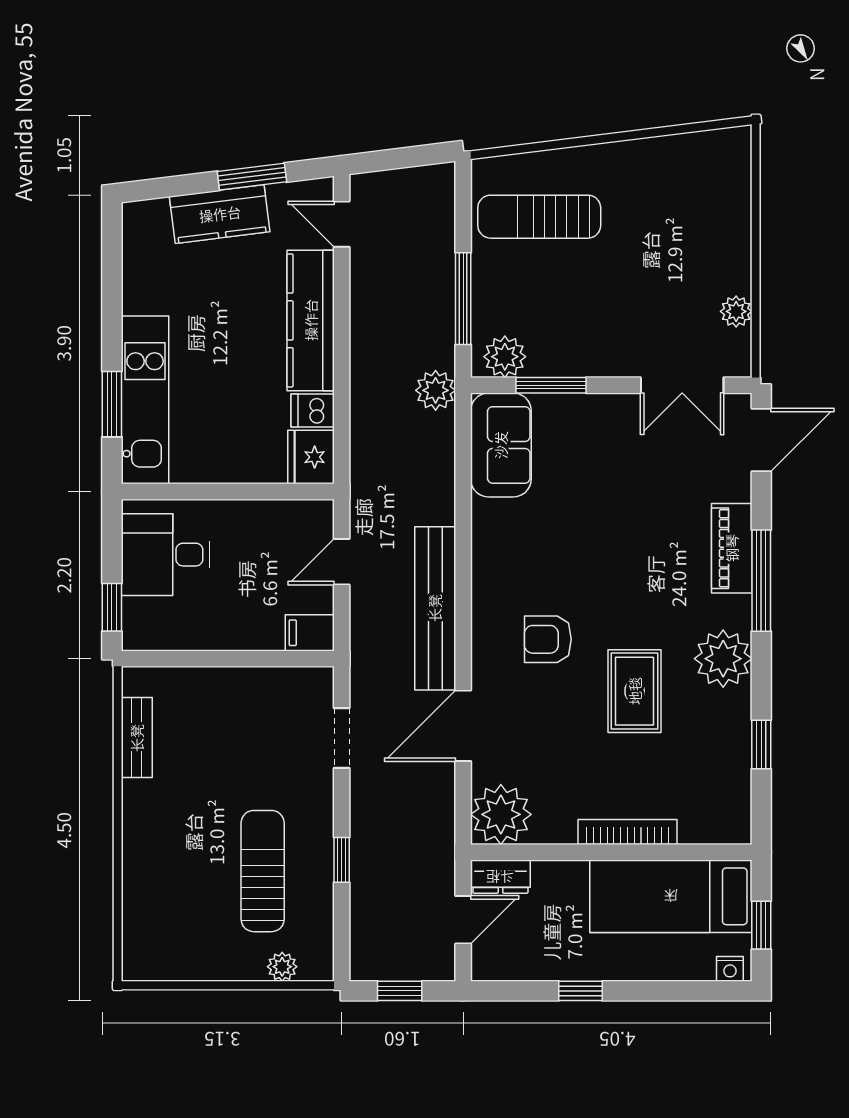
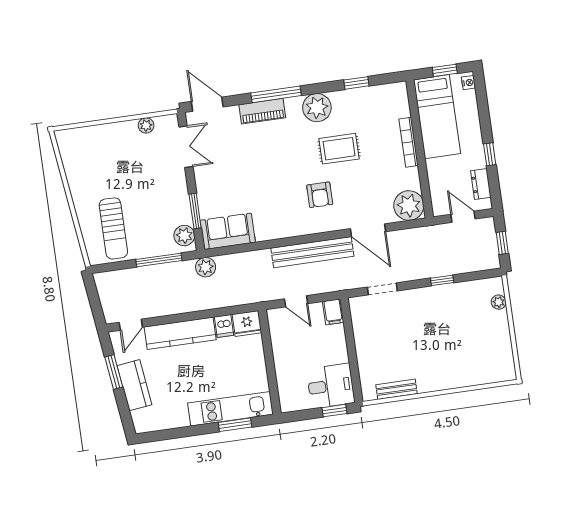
desk: (166, 555) -> (331, 386), moved, turned -90
sun lounger: (263, 871) -> (453, 318), removed
dresser: (500, 877) -> (481, 184), moved, turned 180

